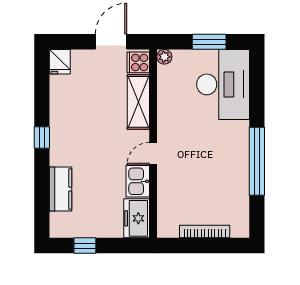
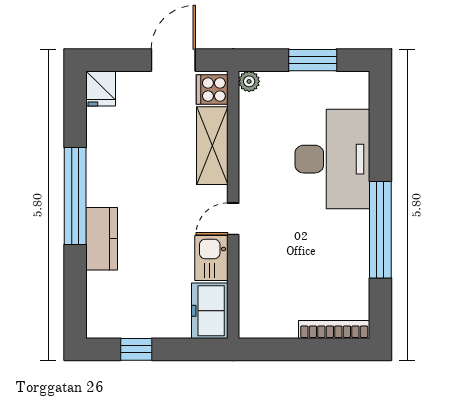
desk: (223, 84) -> (332, 159), moved
window: (42, 138) -> (75, 196), width x3.17
kitchen counter: (60, 189) -> (102, 239), moved
bookcase: (205, 232) -> (334, 330), moved

